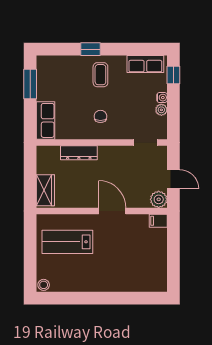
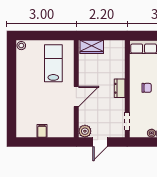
dresser: (79, 153) -> (120, 88), moved, width x0.70
filing cabinet: (158, 221) -> (42, 131), moved

